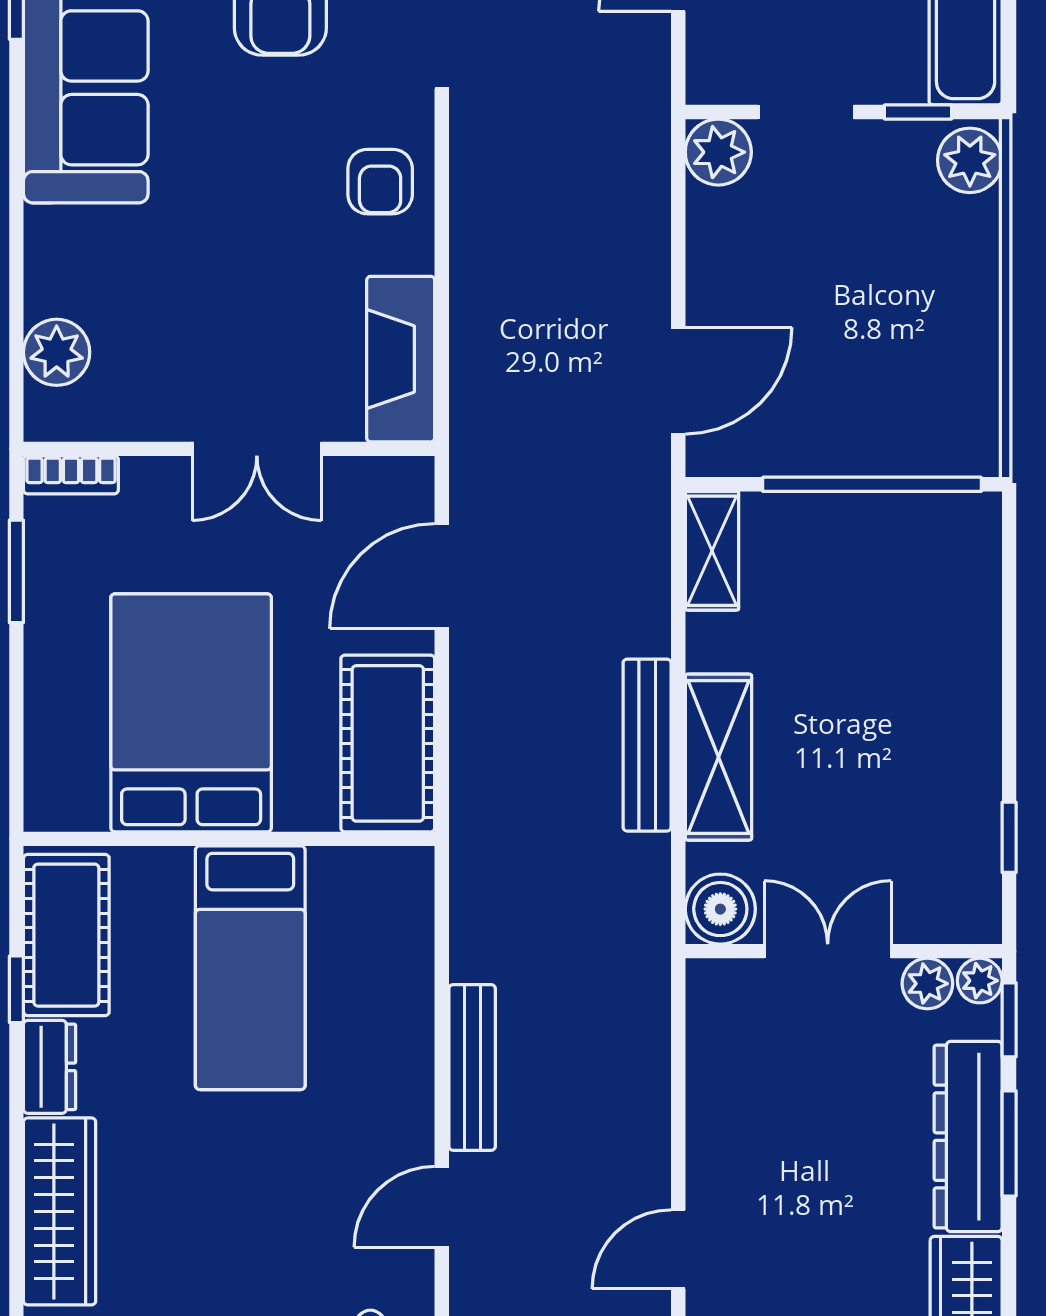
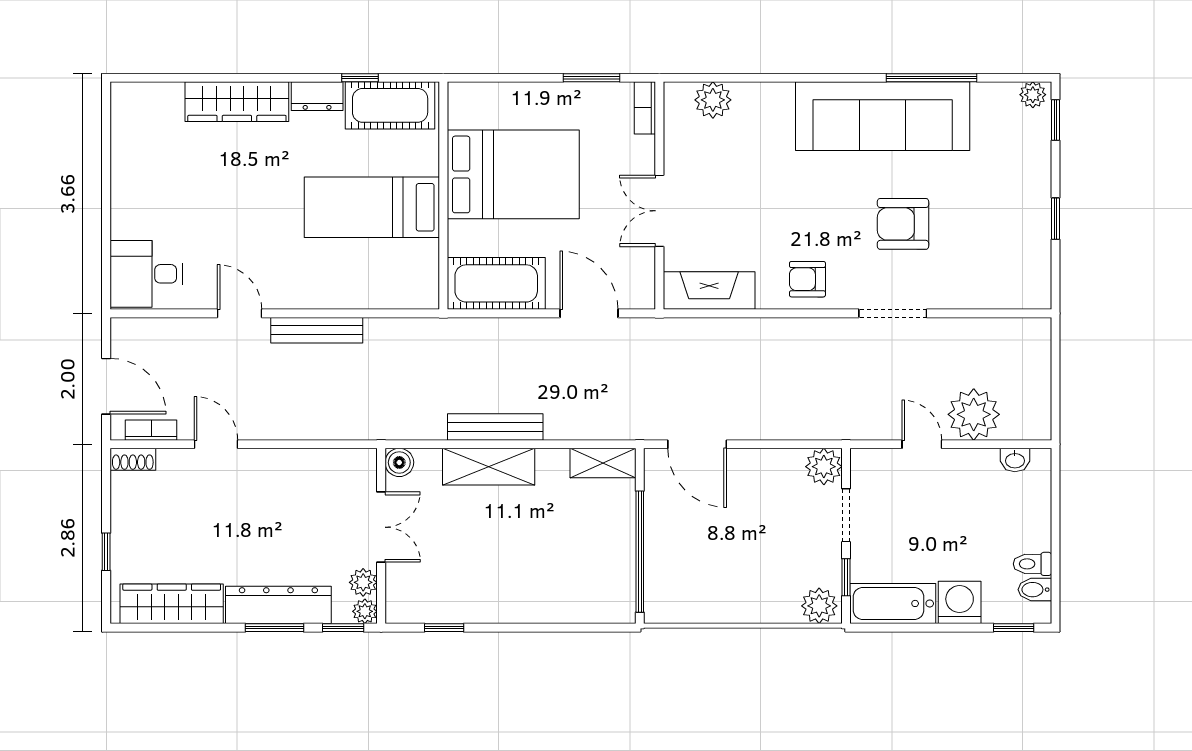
boiler: (720, 909) -> (399, 462), width x0.73, depth x0.73

